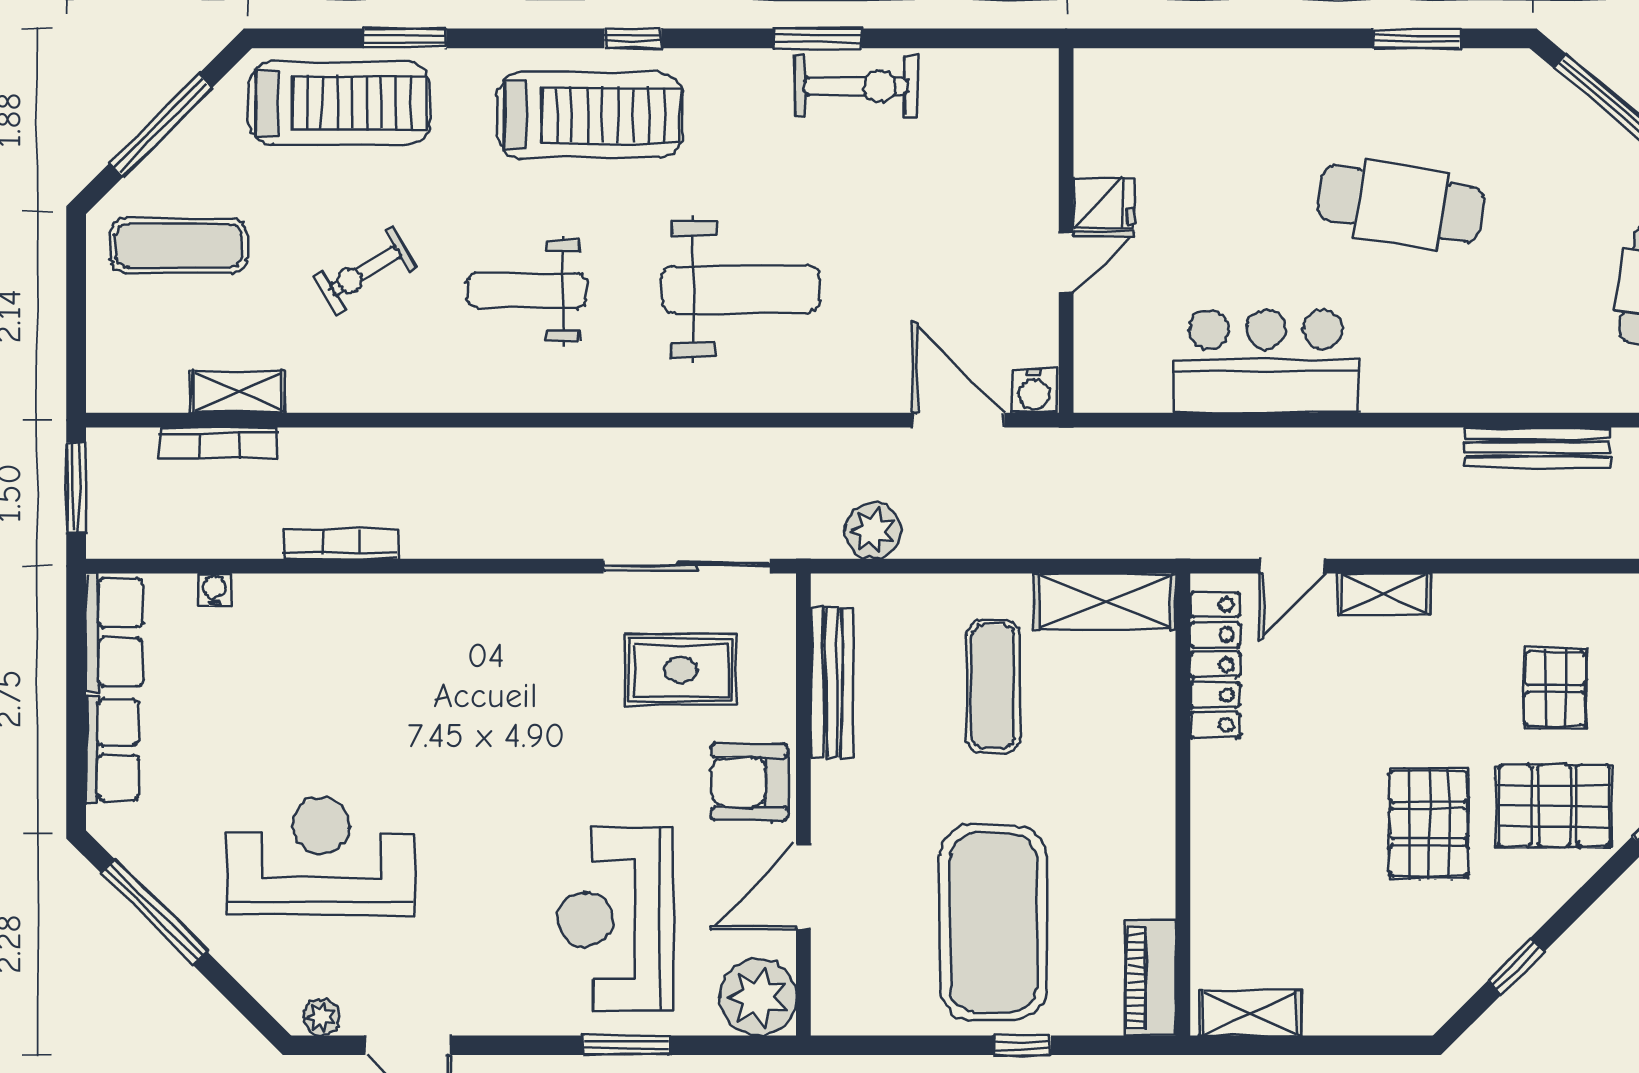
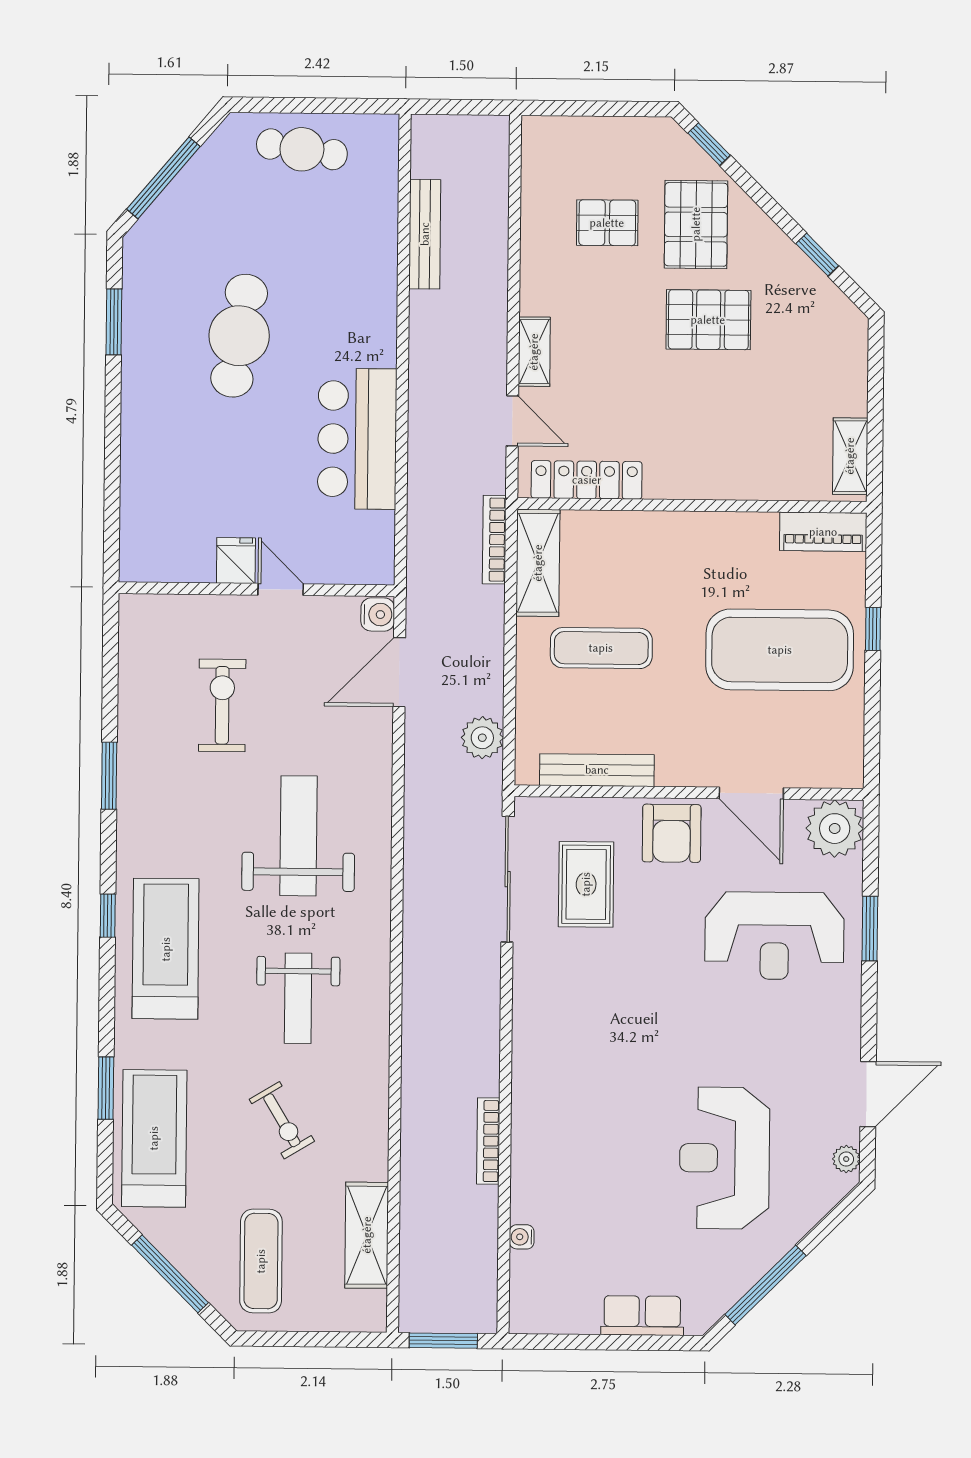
exercise bike: (856, 86) -> (222, 705), moved
shelving: (238, 392) -> (367, 1235), width x1.50, depth x1.33
bookcase: (219, 442) -> (494, 540), moved, turned 180
row of seats: (114, 633) -> (553, 1313), removed

